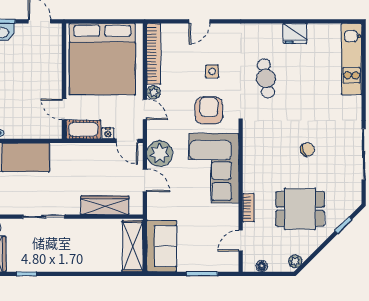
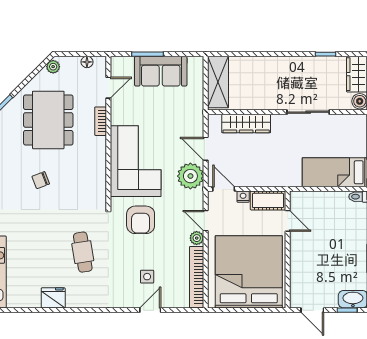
side table: (212, 71) -> (147, 277), moved
dining table: (300, 209) -> (48, 120), width x1.38
sofa: (162, 246) -> (161, 71), moved, turned -90

